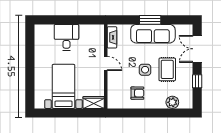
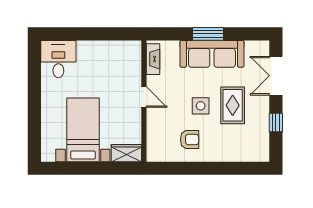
desk: (66, 37) -> (58, 59), moved
plant: (172, 102) -> (240, 153), removed

